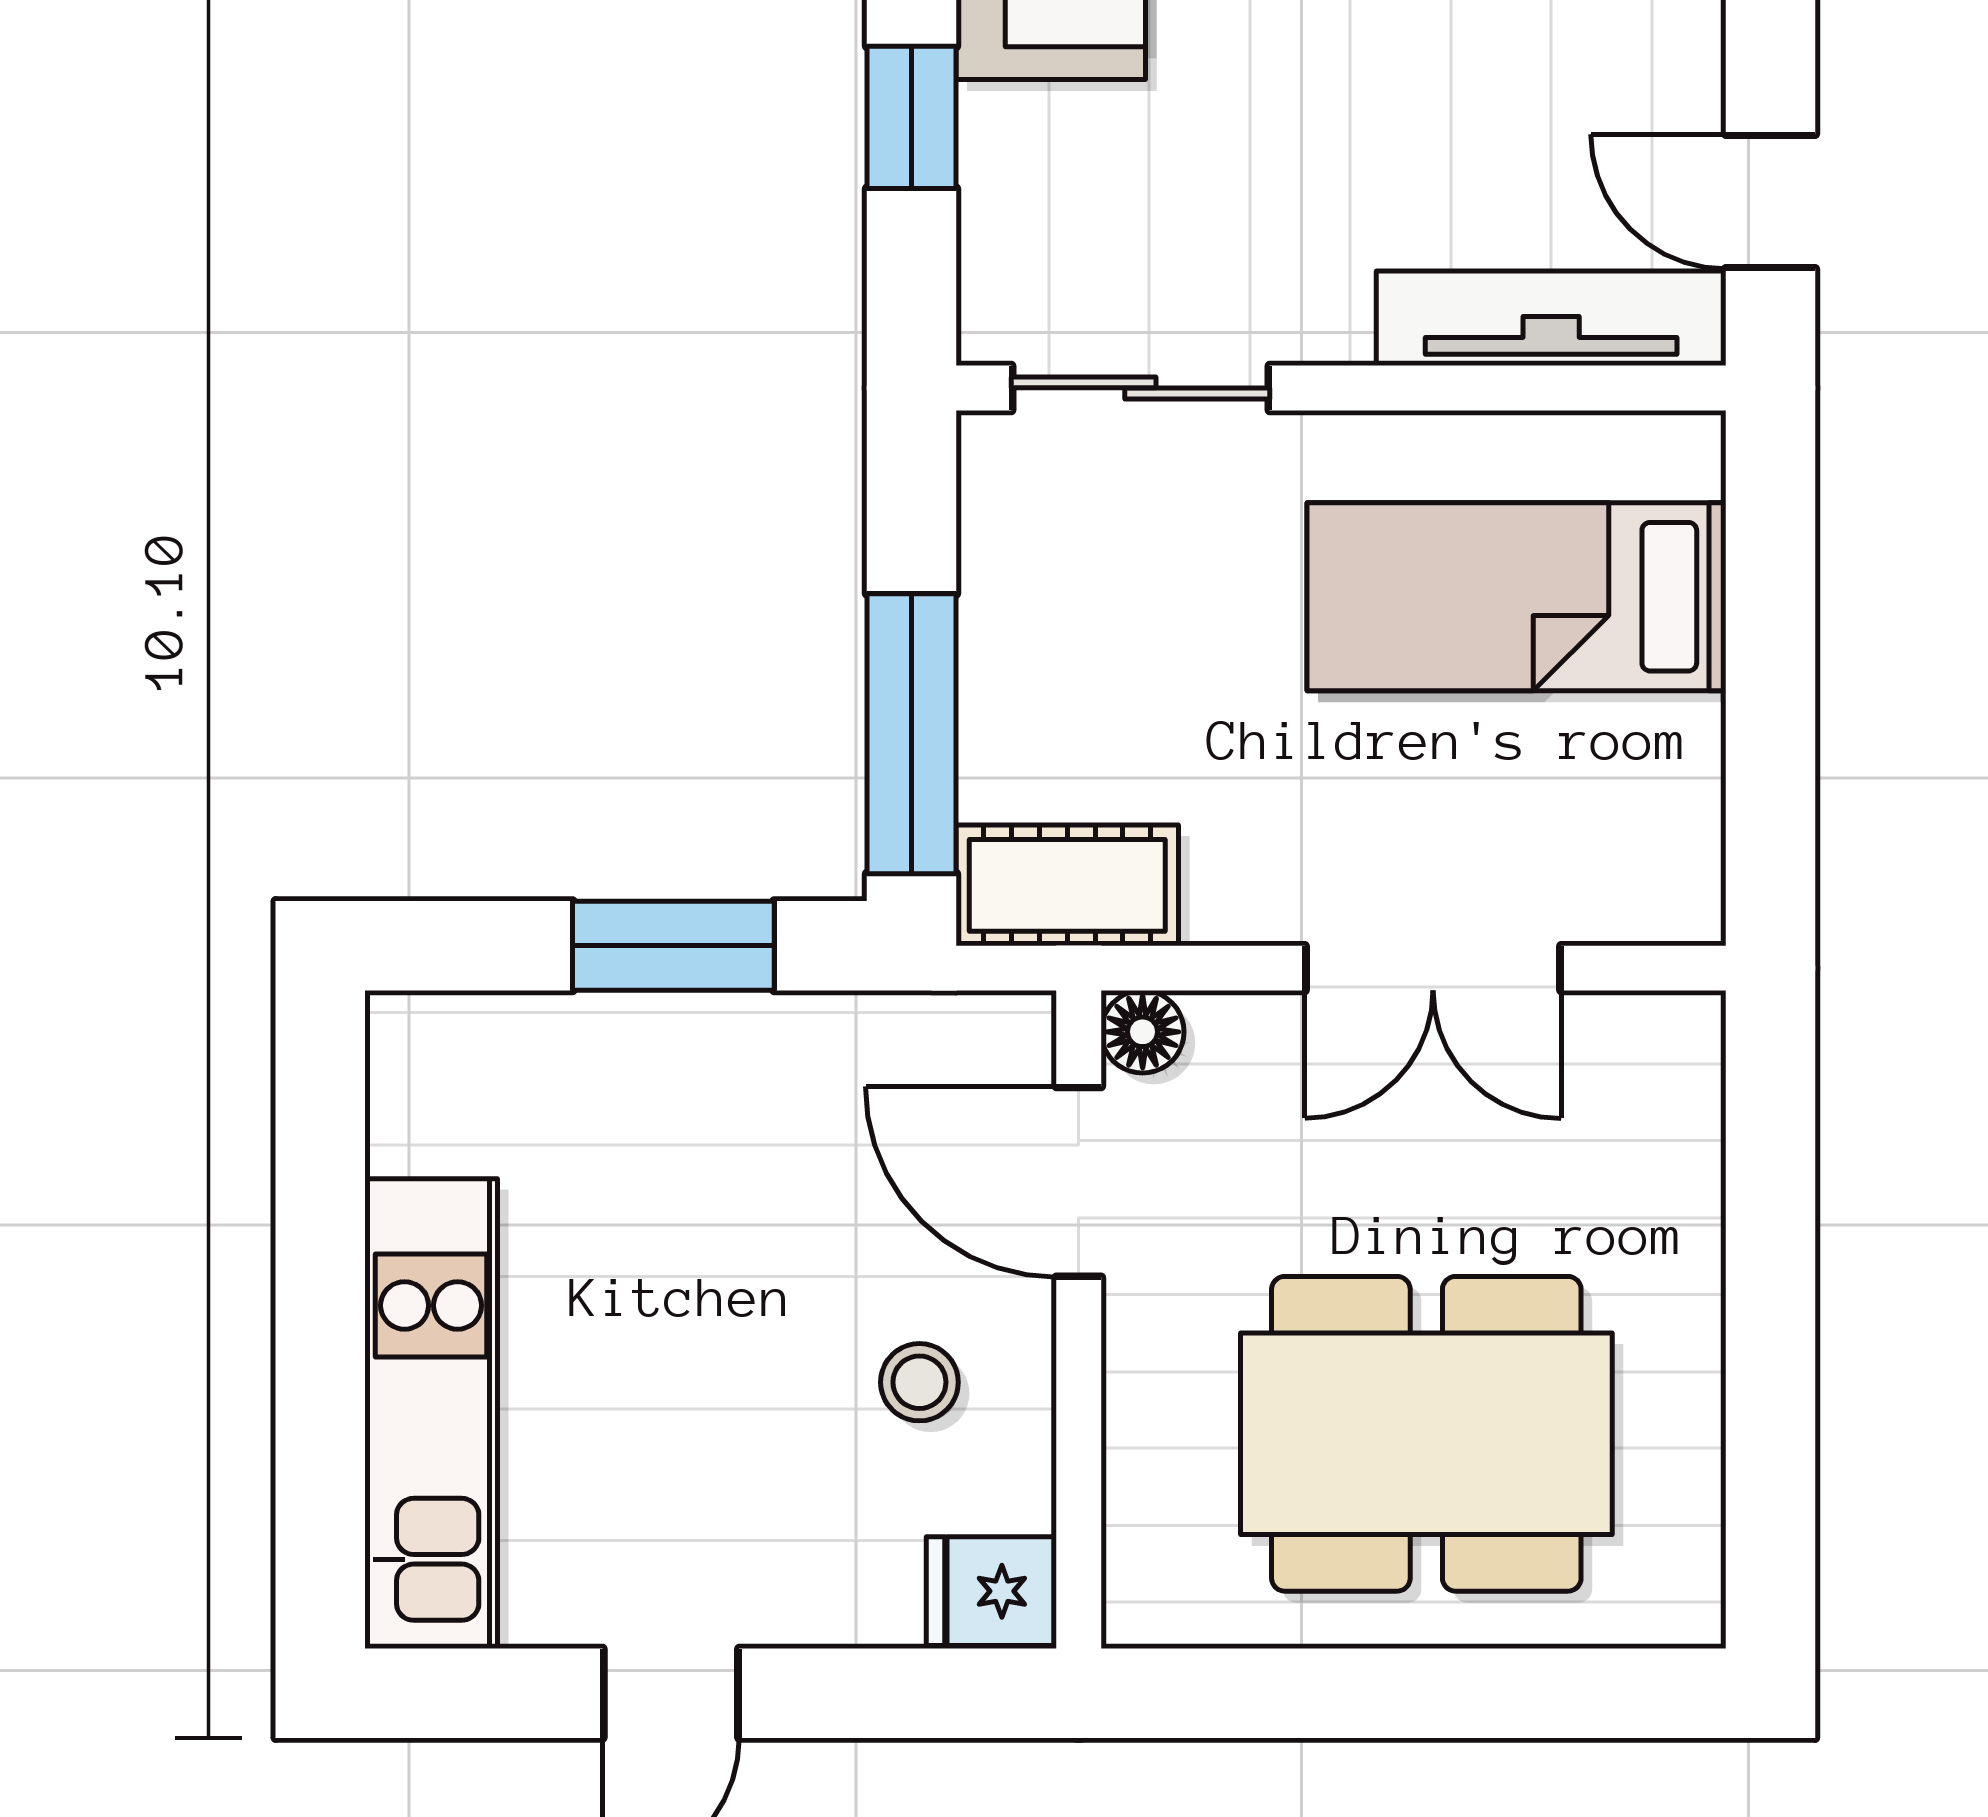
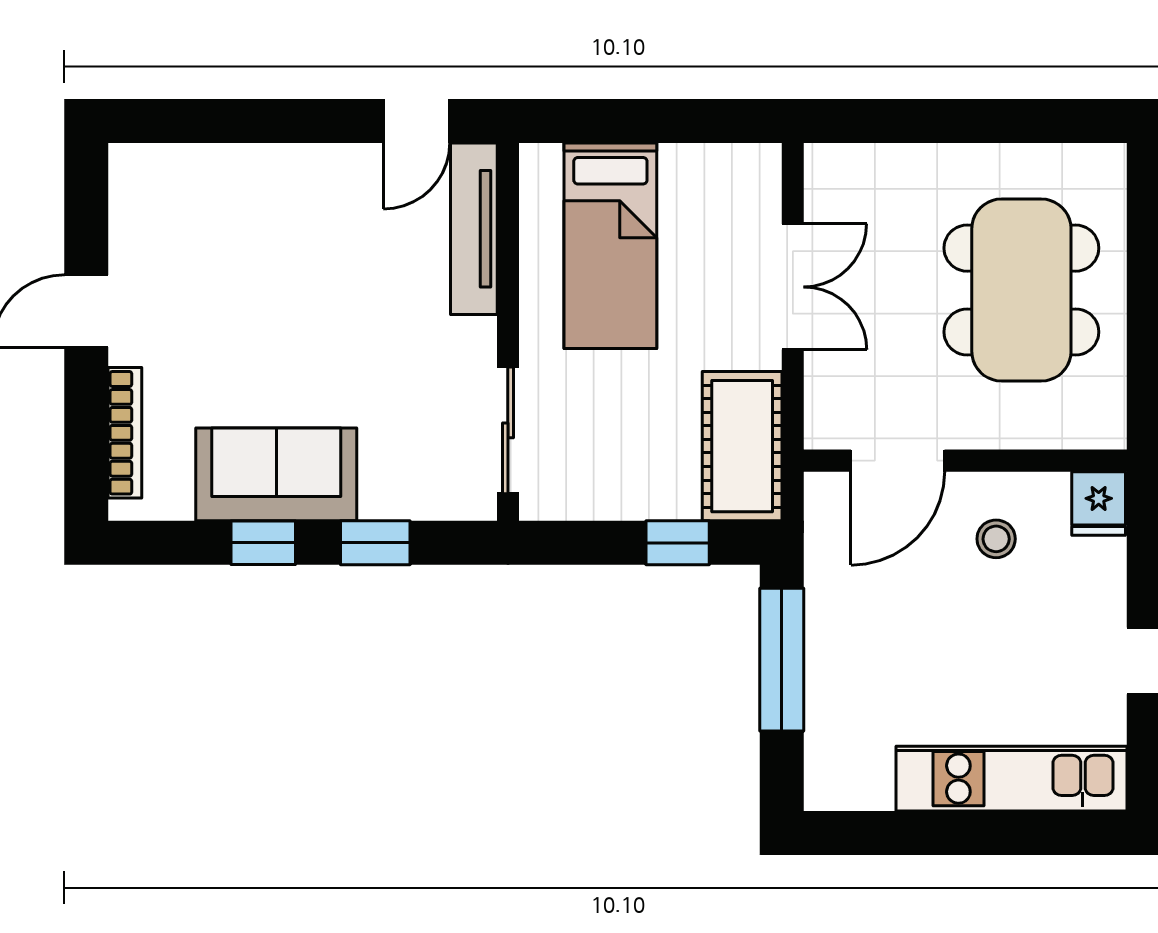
window: (911, 734) -> (678, 543), width x0.46
cot: (1067, 885) -> (742, 446), width x1.37, depth x1.34
window: (673, 946) -> (782, 660), width x1.44
floor lamp: (1143, 1032) -> (824, 429), removed

